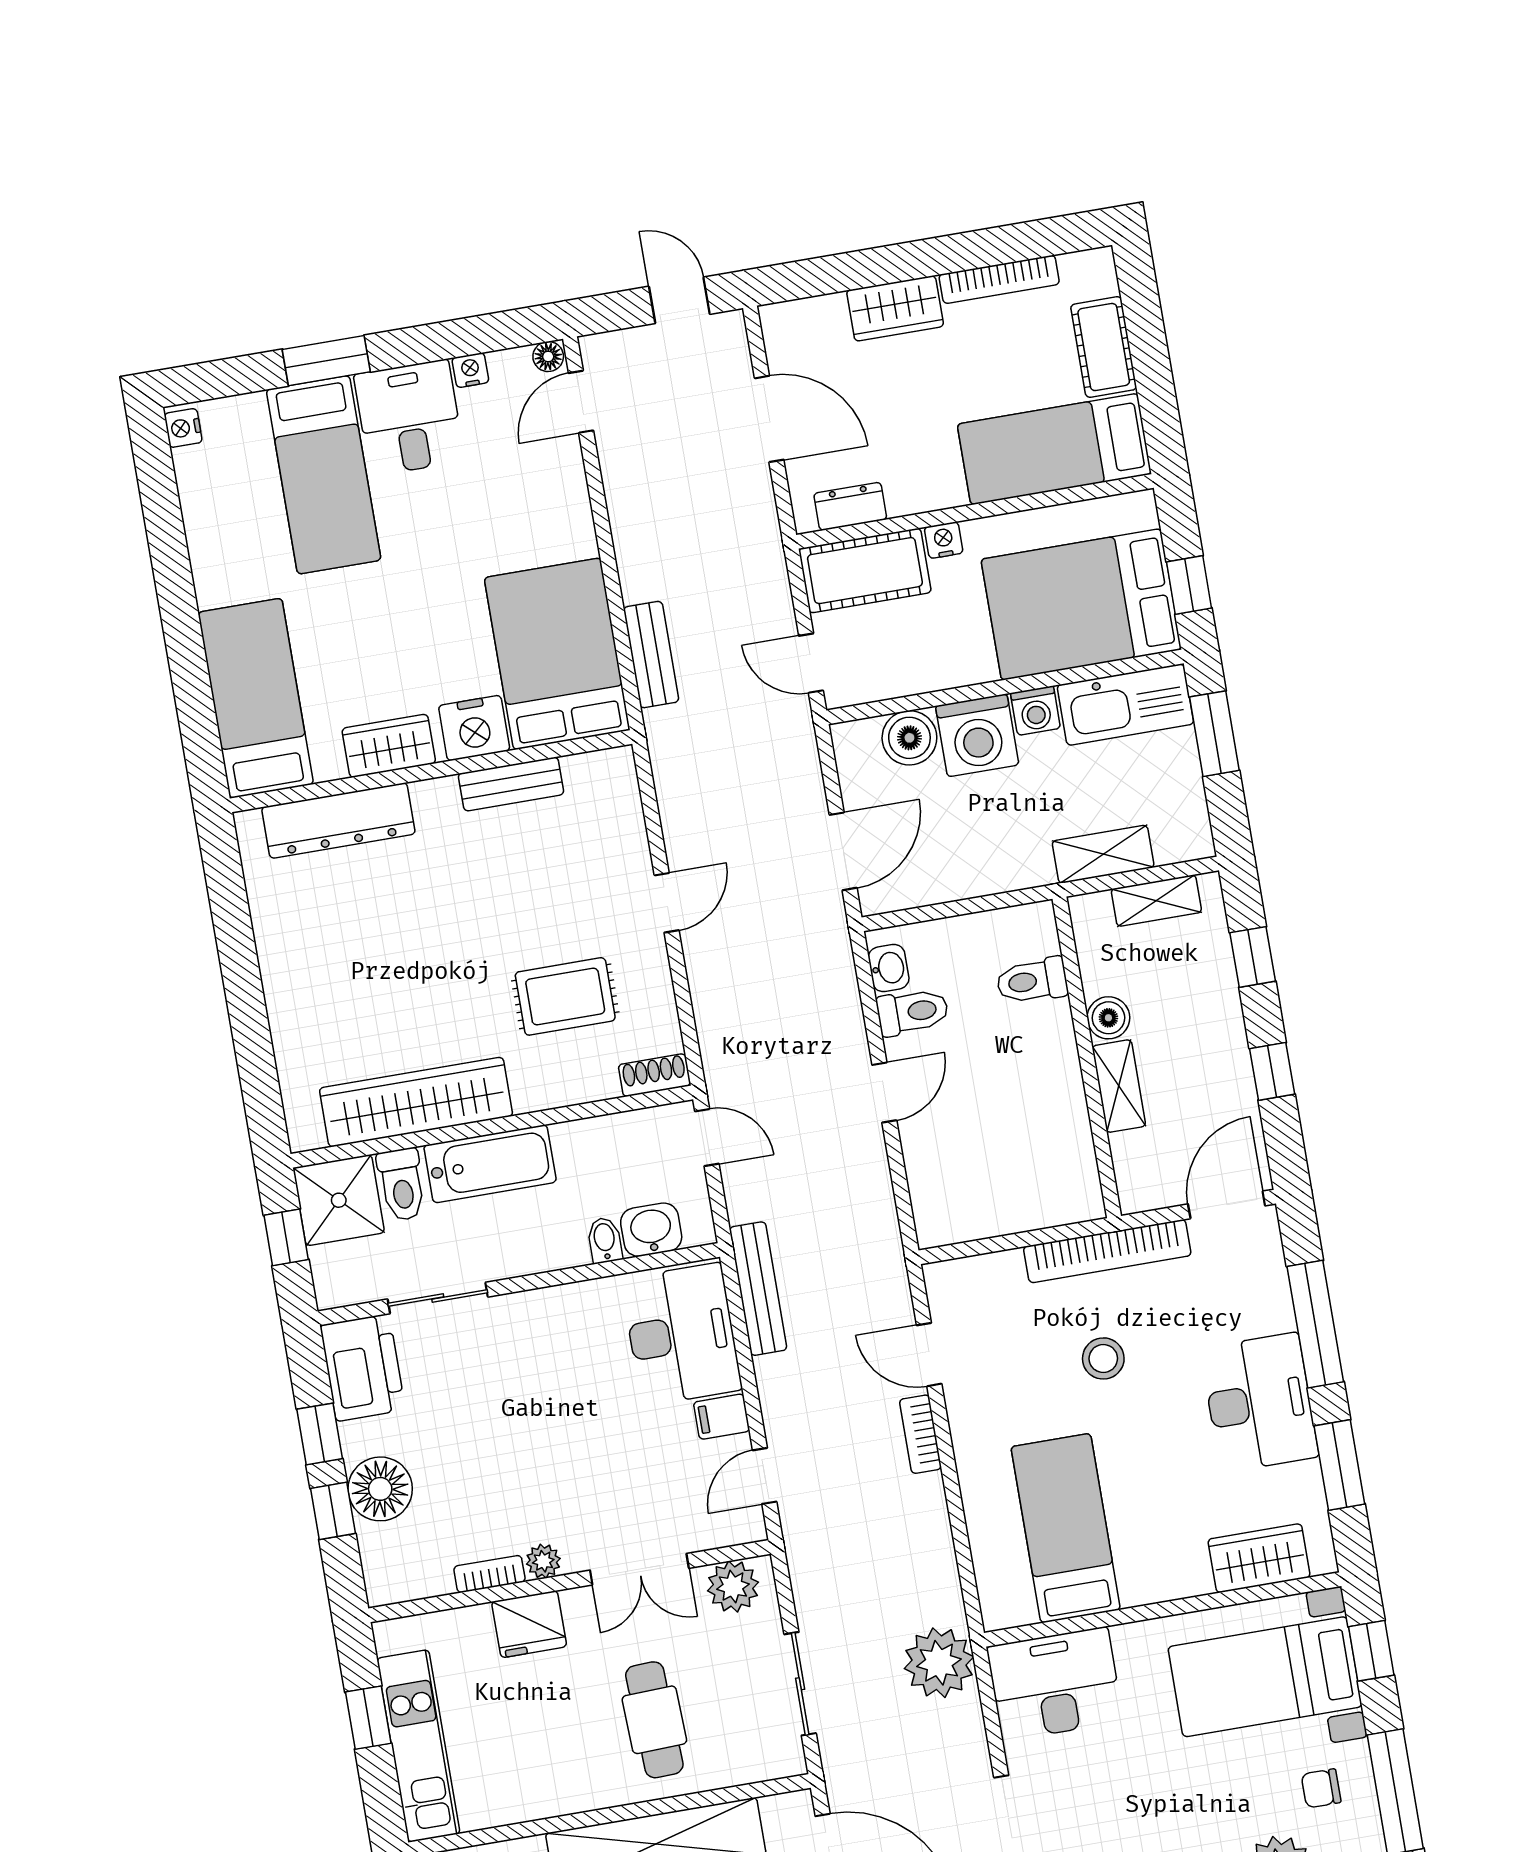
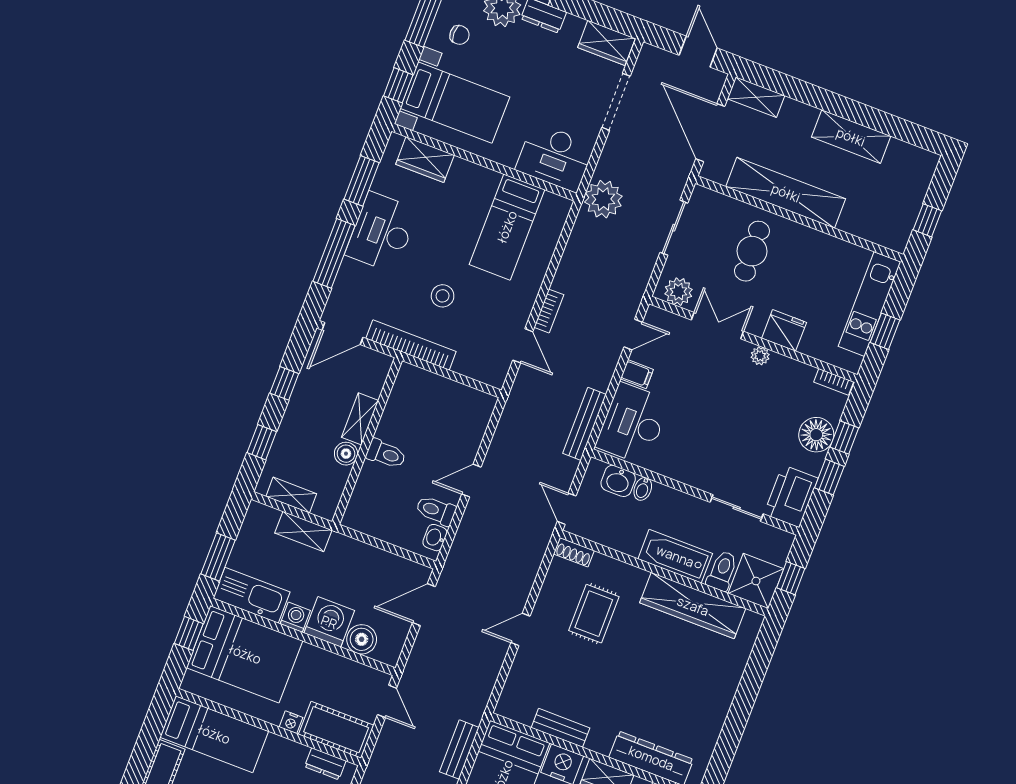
toilet: (1032, 981) -> (386, 454), moved
rug: (565, 996) -> (594, 614), turned 90
bookcase: (489, 1574) -> (834, 382), moved

